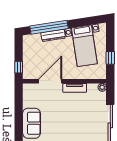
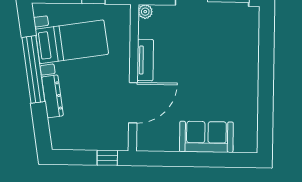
window: (49, 27) -> (33, 69), moved
door: (50, 81) -> (133, 103), swing flipped

